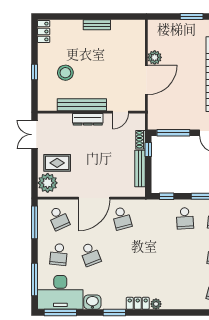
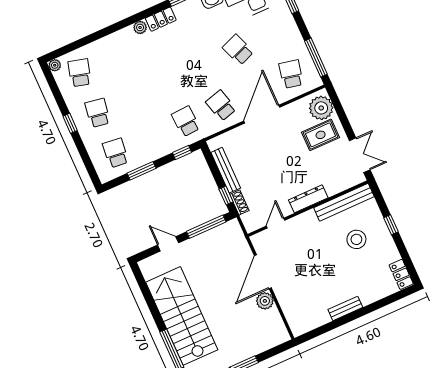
bench: (82, 105) -> (344, 202), moved
school desk: (59, 218) -> (291, 74), turned 36
school desk: (185, 218) -> (186, 121), moved
school desk: (59, 254) -> (273, 34), removed

